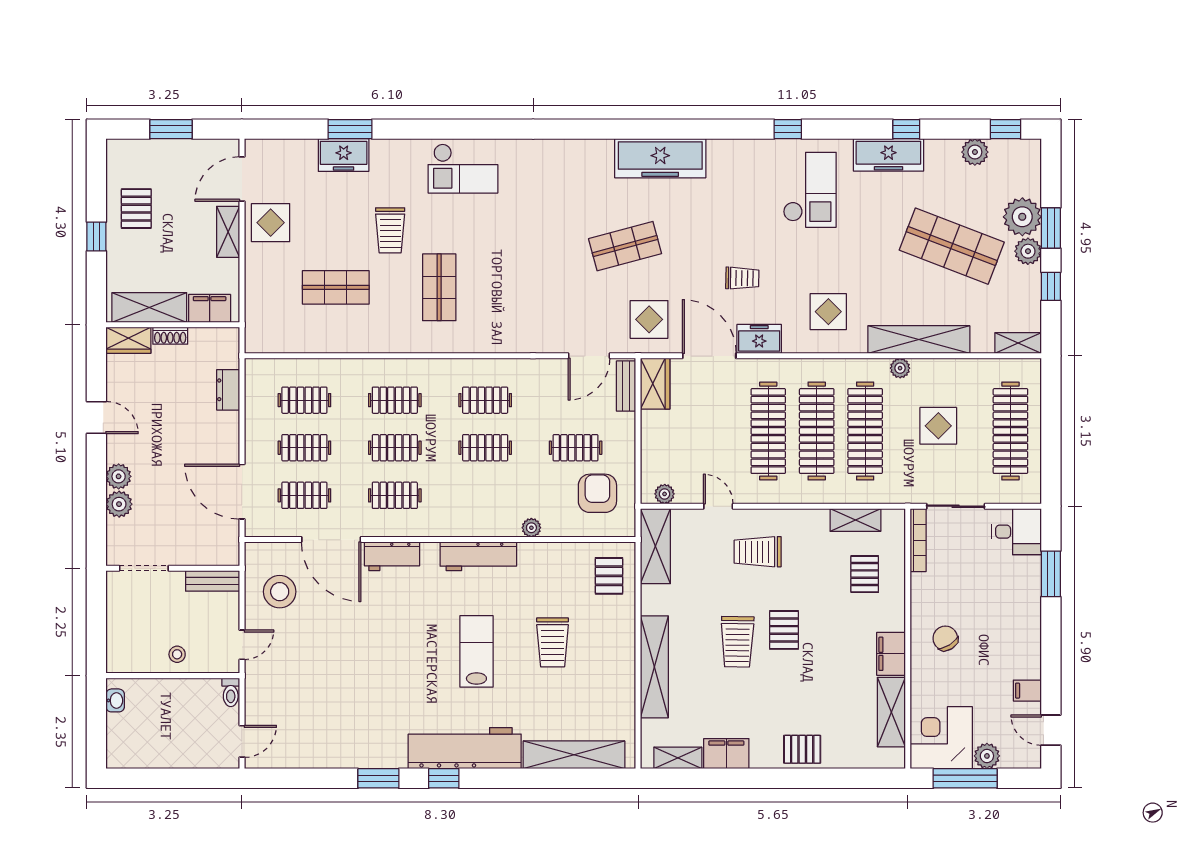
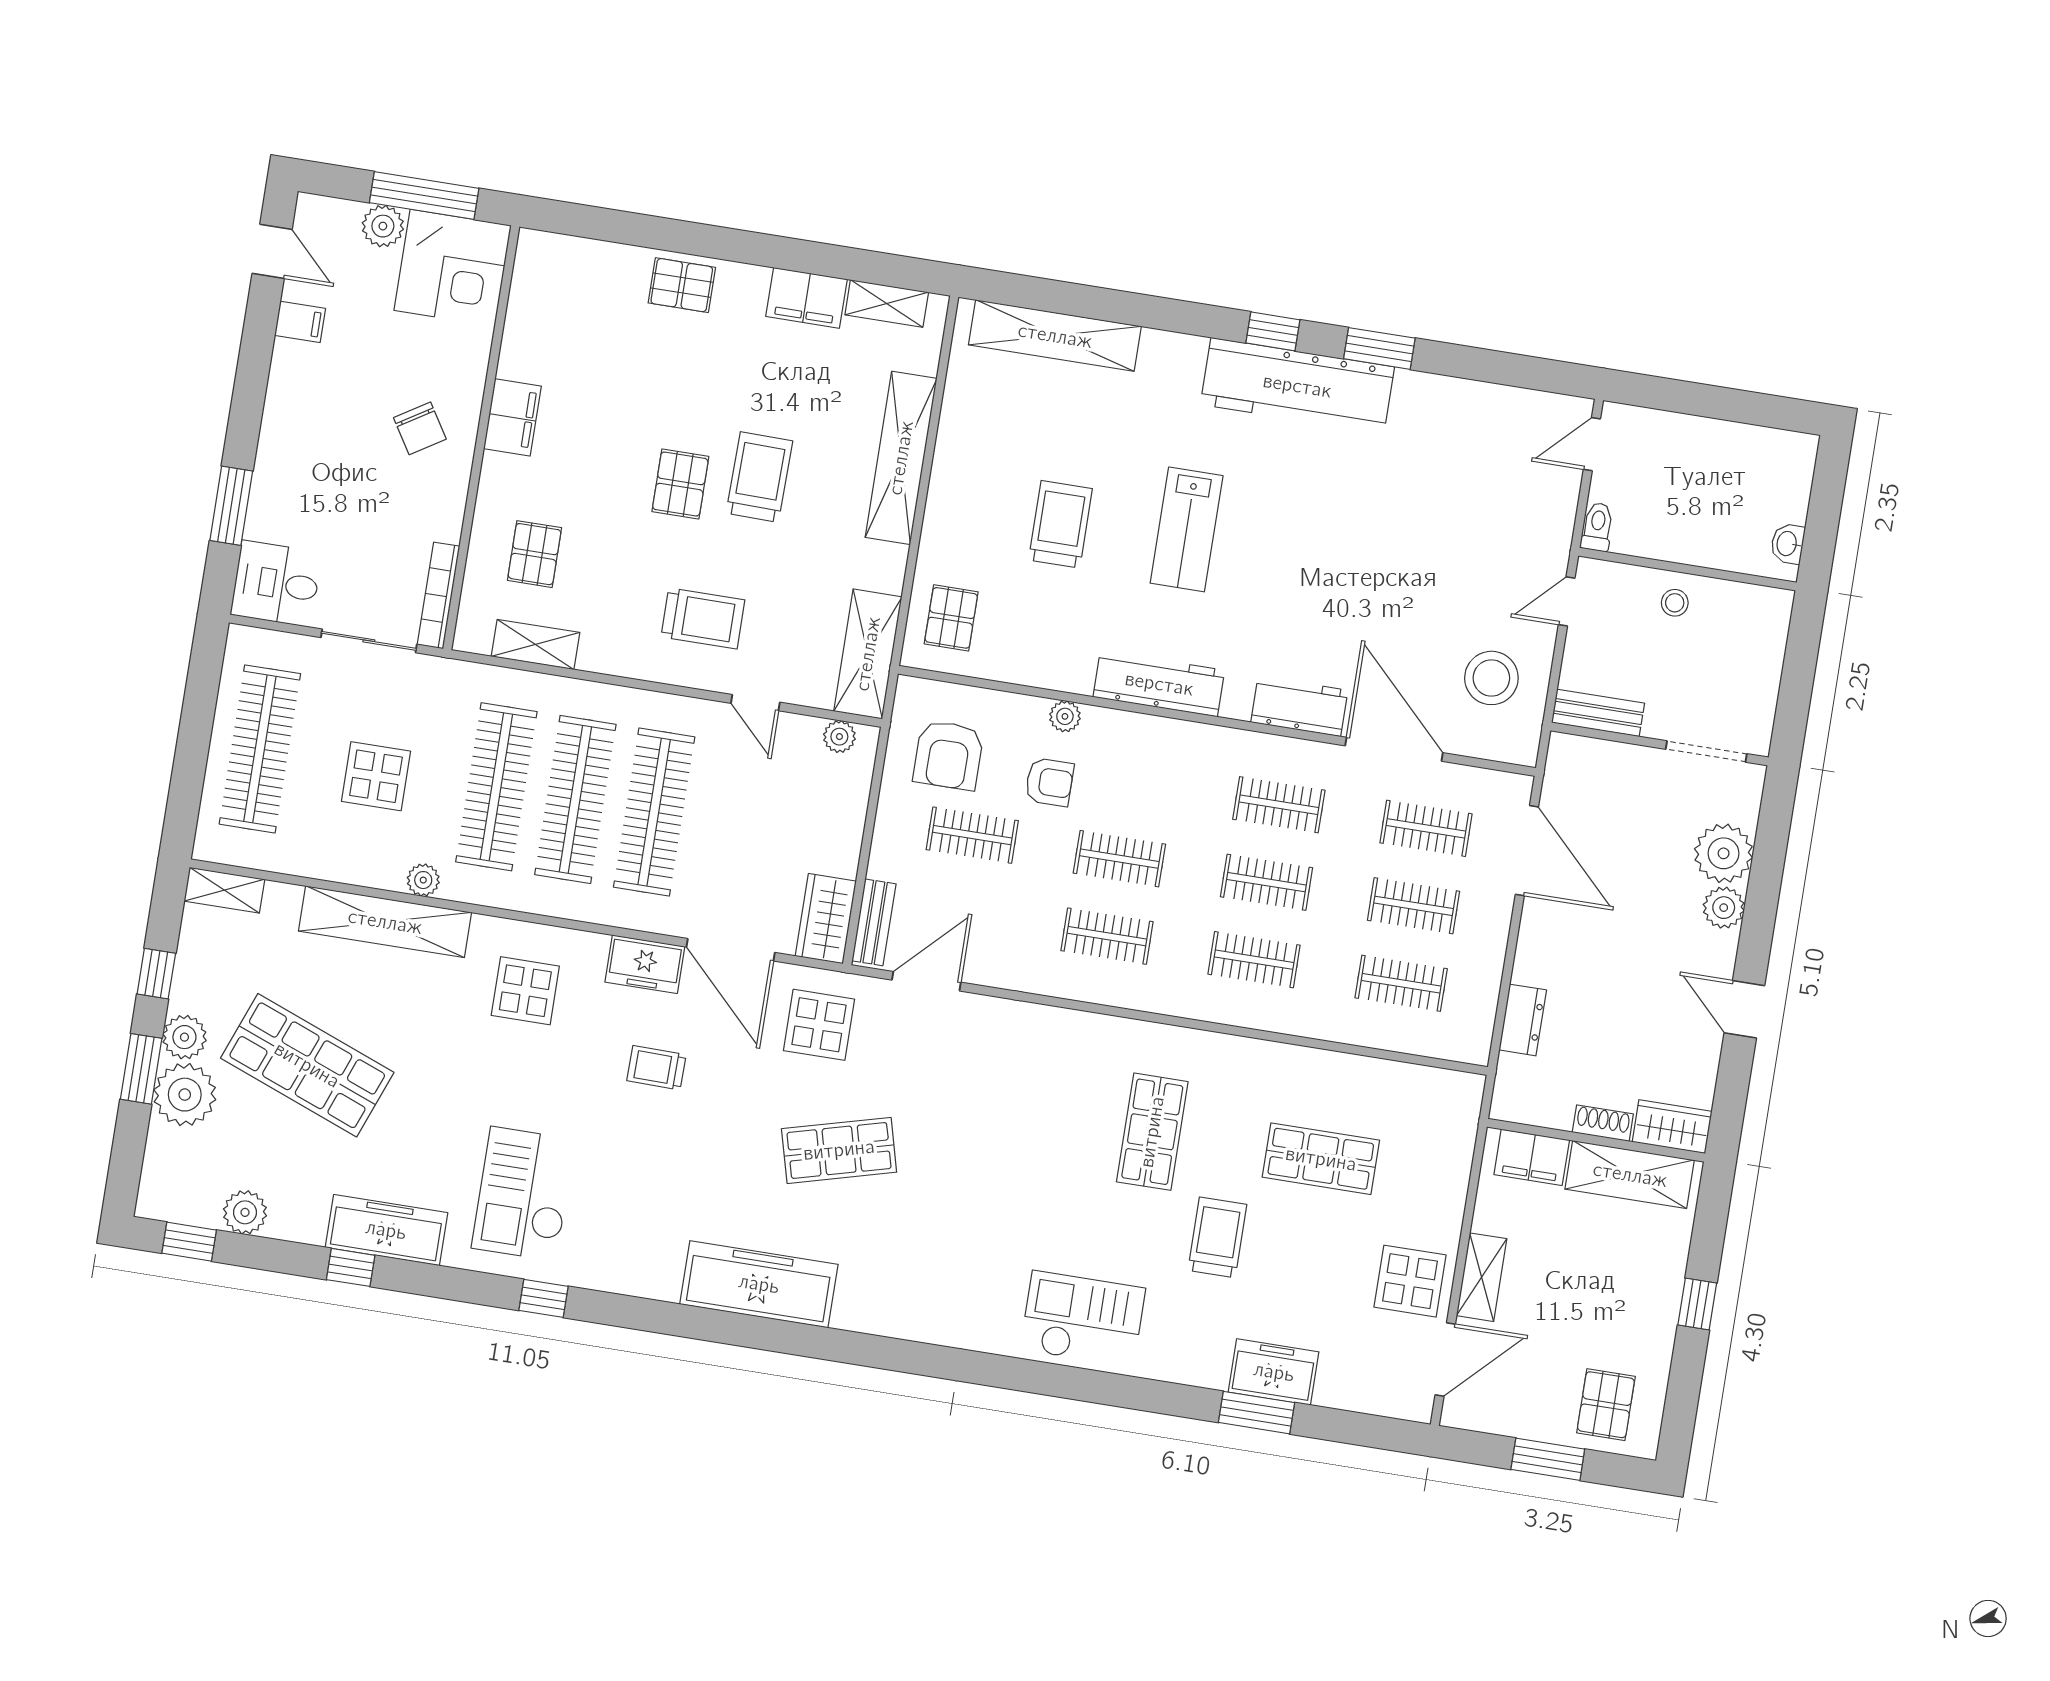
pallet: (136, 209) -> (1606, 1405), moved
armchair: (534, 487) -> (1049, 782), added
plant: (119, 504) -> (1724, 853), width x1.36, depth x1.36
shelving: (891, 712) -> (527, 322), removed
workbench: (465, 748) -> (1297, 386), moved

